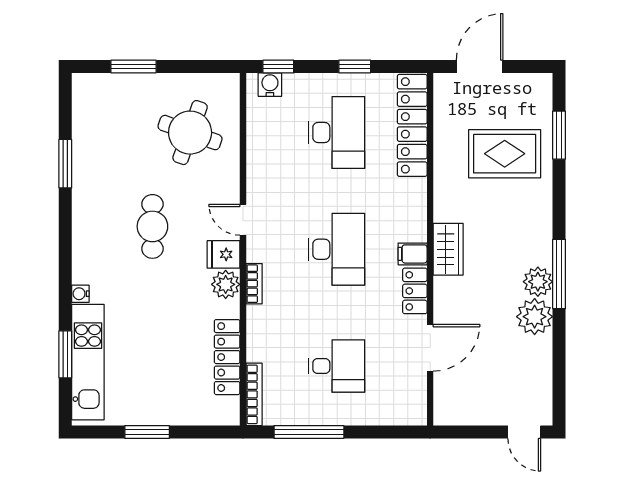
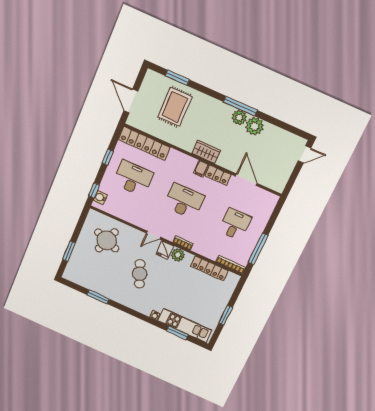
cafe table: (152, 226) -> (140, 274), turned 69

